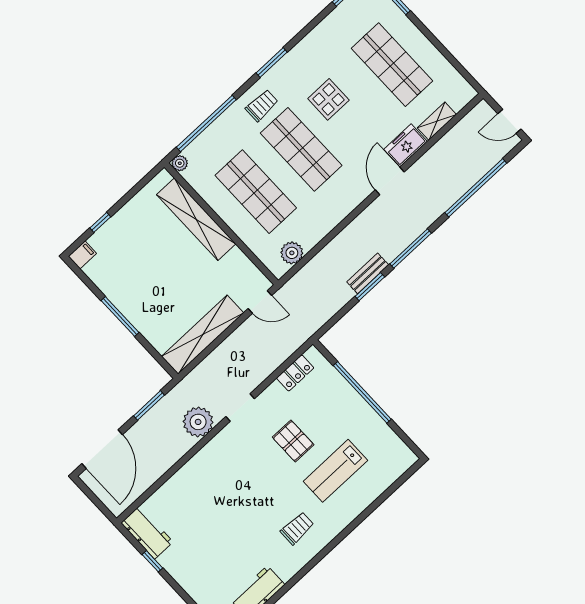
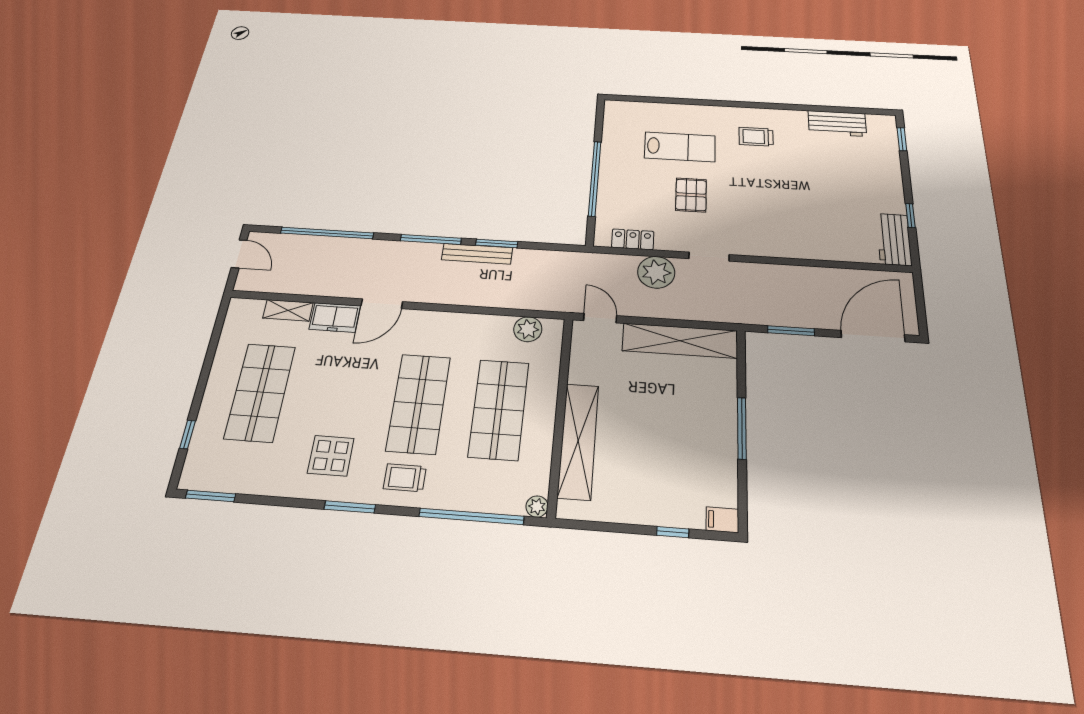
display table: (328, 99) -> (331, 456), moved
bench: (368, 273) -> (477, 254), width x1.36
plant: (198, 422) -> (656, 272), moved

